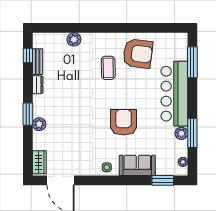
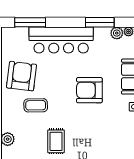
rug: (72, 88) -> (56, 141), added
plant: (181, 133) -> (117, 33), moved

